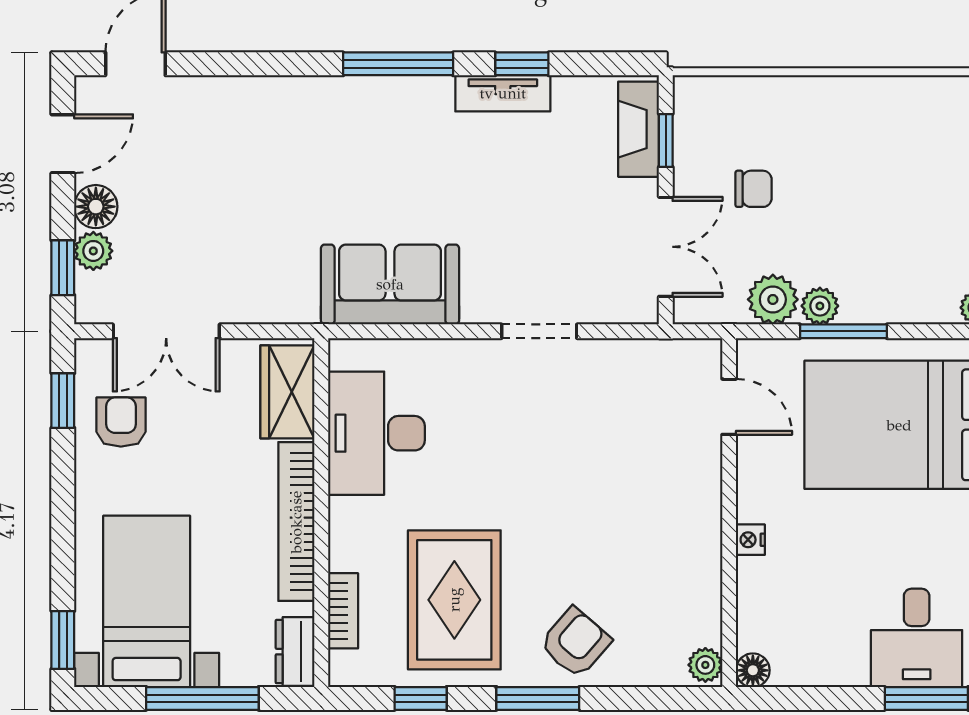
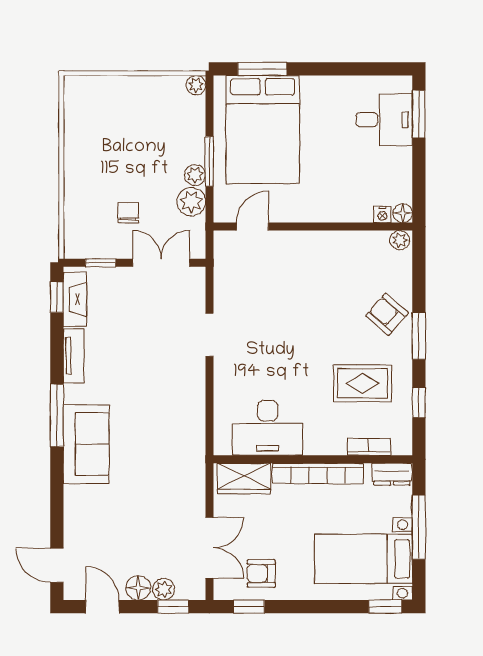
window: (522, 64) -> (57, 297), moved
fireplace: (639, 129) -> (75, 299), moved, turned -90
sofa: (390, 284) -> (86, 444), moved, turned 180
nightstand: (750, 540) -> (382, 215), moved
rug: (454, 600) -> (363, 383), width x0.73, depth x0.70

